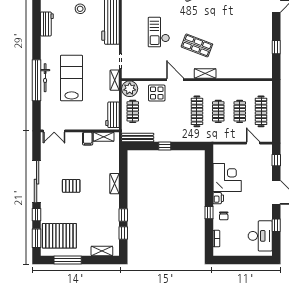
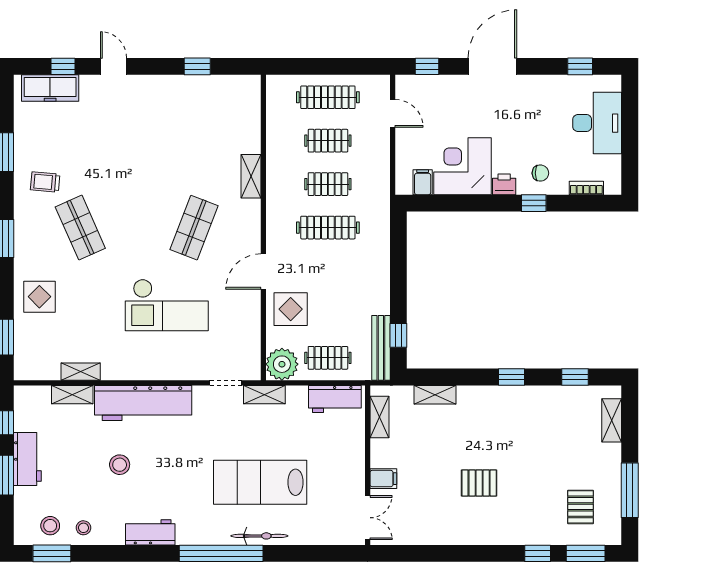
checkout: (159, 32) -> (167, 305), width x1.36, depth x1.21
shelving: (205, 73) -> (251, 176), moved
window: (37, 80) -> (221, 553), moved
filing cabinet: (88, 139) -> (383, 479), moved
door: (253, 143) -> (393, 113), swing flipped
window: (165, 146) -> (398, 335), moved
filing cabinet: (219, 158) -> (423, 182), added
sliding door: (37, 182) -> (471, 553), removed
shelving: (115, 184) -> (435, 395), moved
pallet: (71, 186) -> (479, 483), turned 90
window: (123, 215) -> (512, 377), moved
window: (276, 225) -> (580, 66), moved
pallet: (59, 236) -> (581, 507), width x0.49, depth x0.50
desk: (260, 236) -> (597, 123), moved, turned 90

